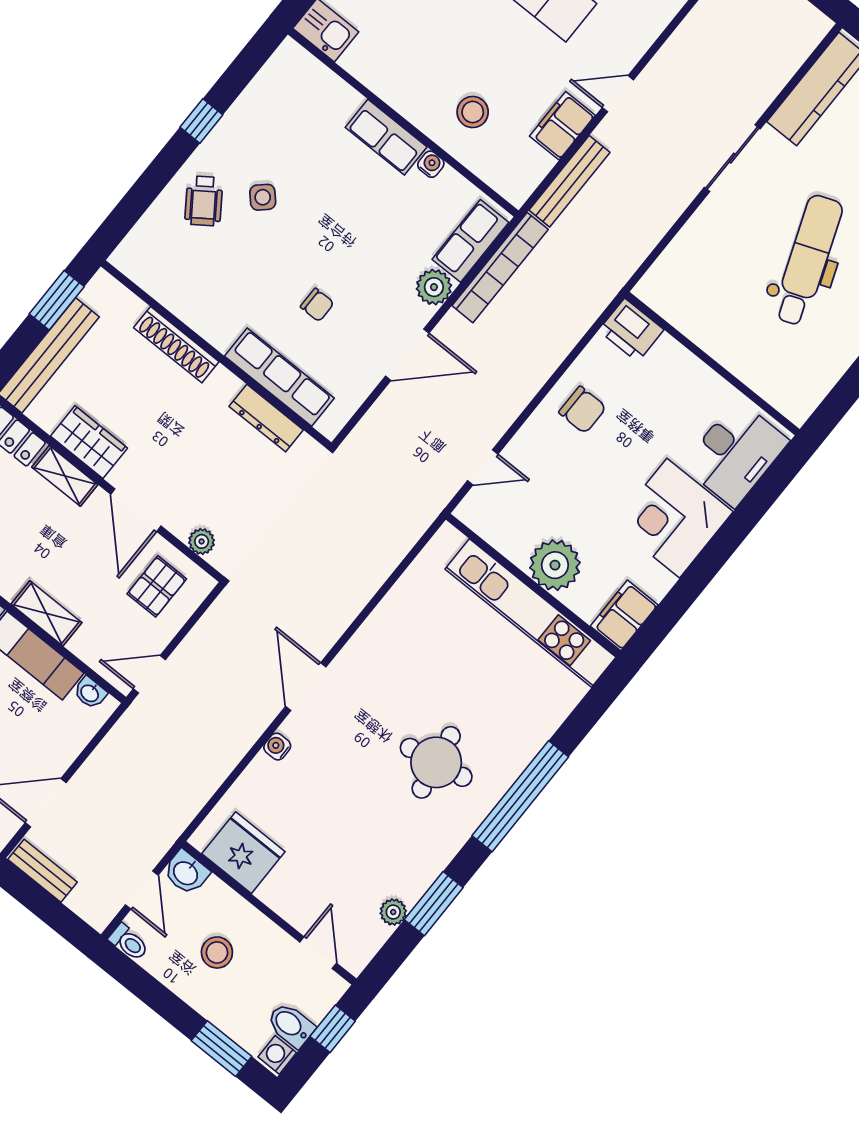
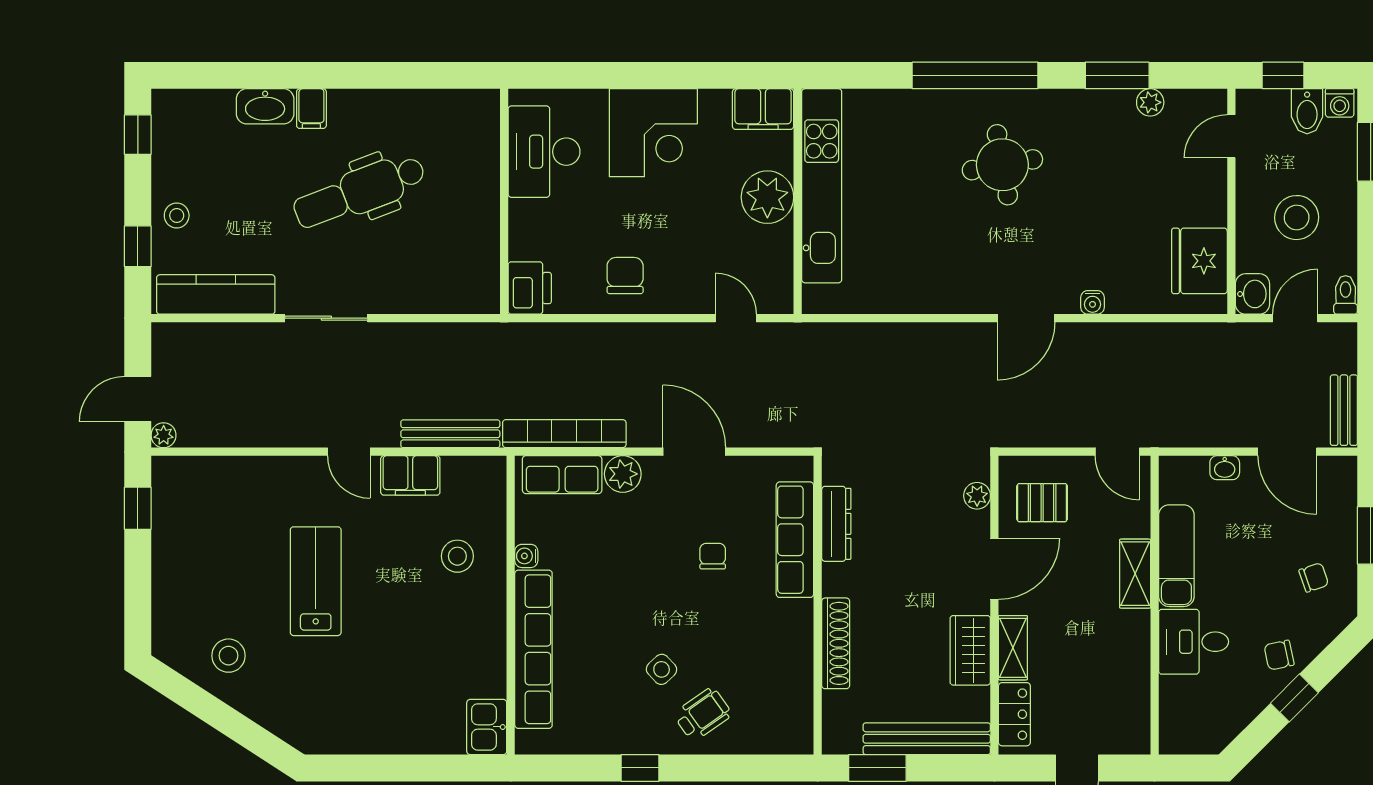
row of seats: (386, 137) -> (533, 649), width x2.02
desk: (736, 453) -> (544, 152), moved, turned -90
washbasin: (90, 693) -> (1225, 468), moved, turned 90
stool: (217, 952) -> (1297, 218), width x1.38, depth x1.38

